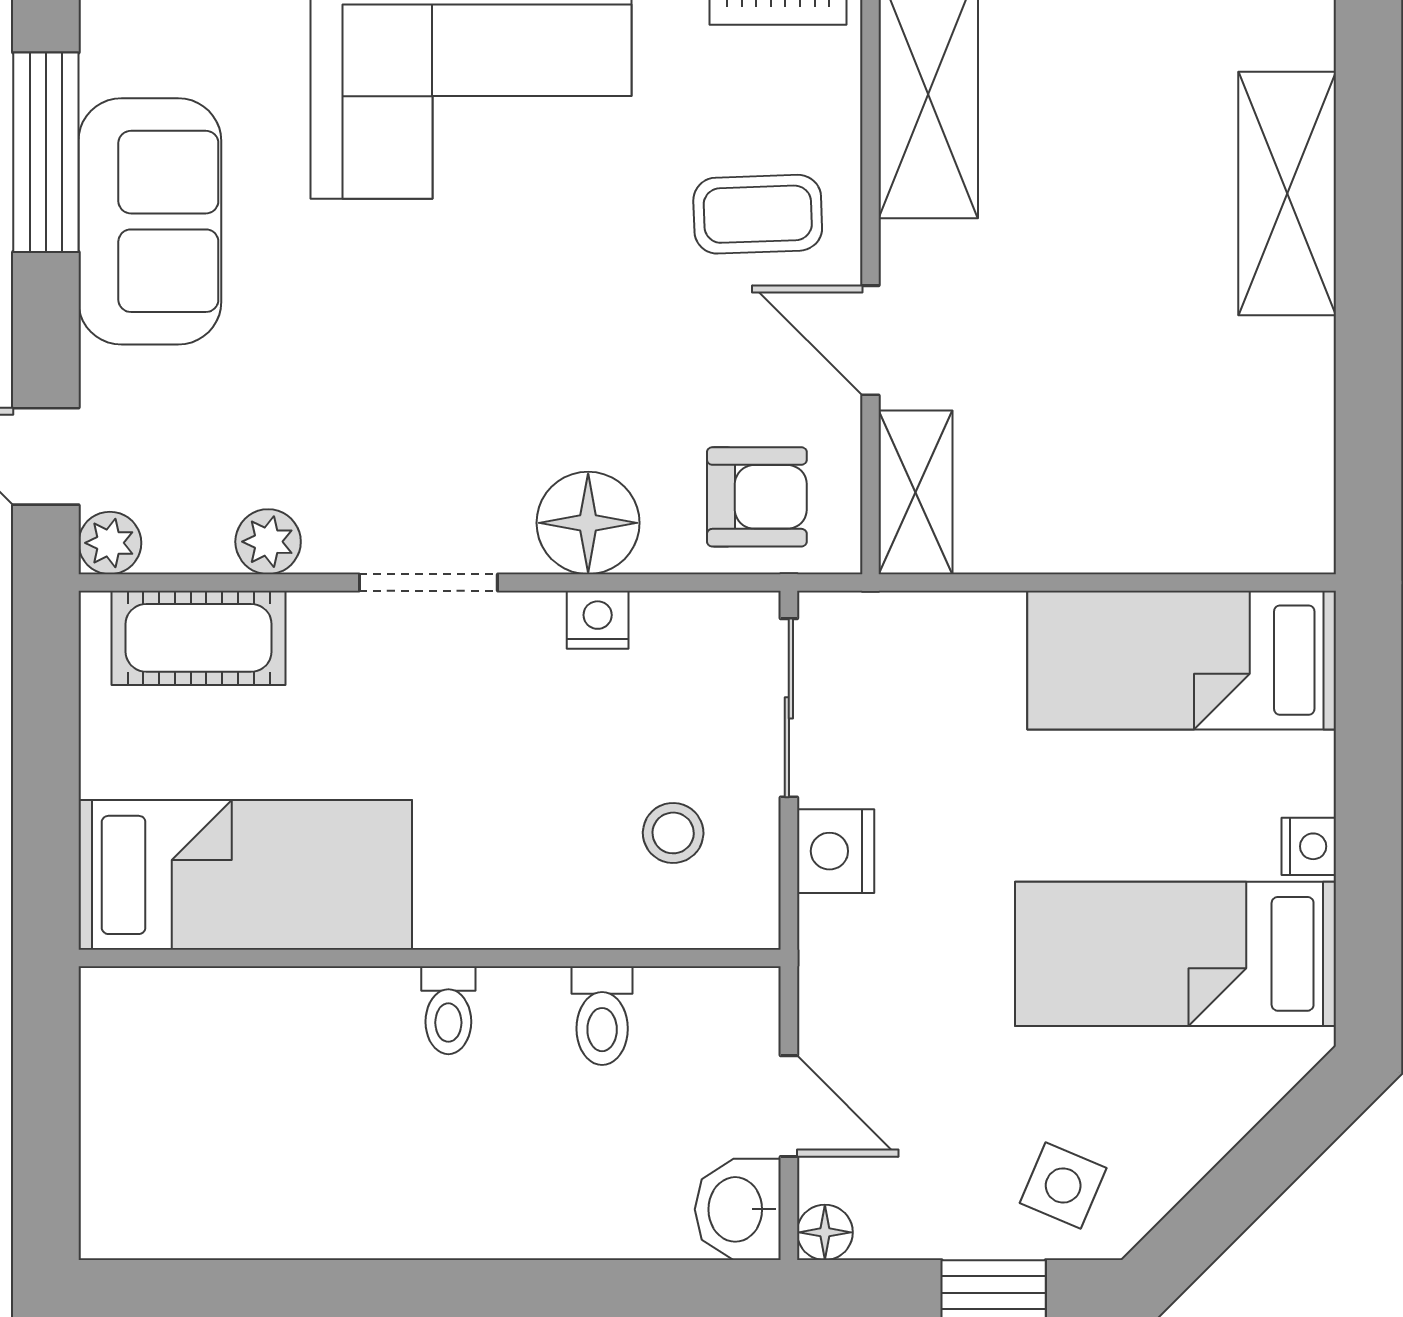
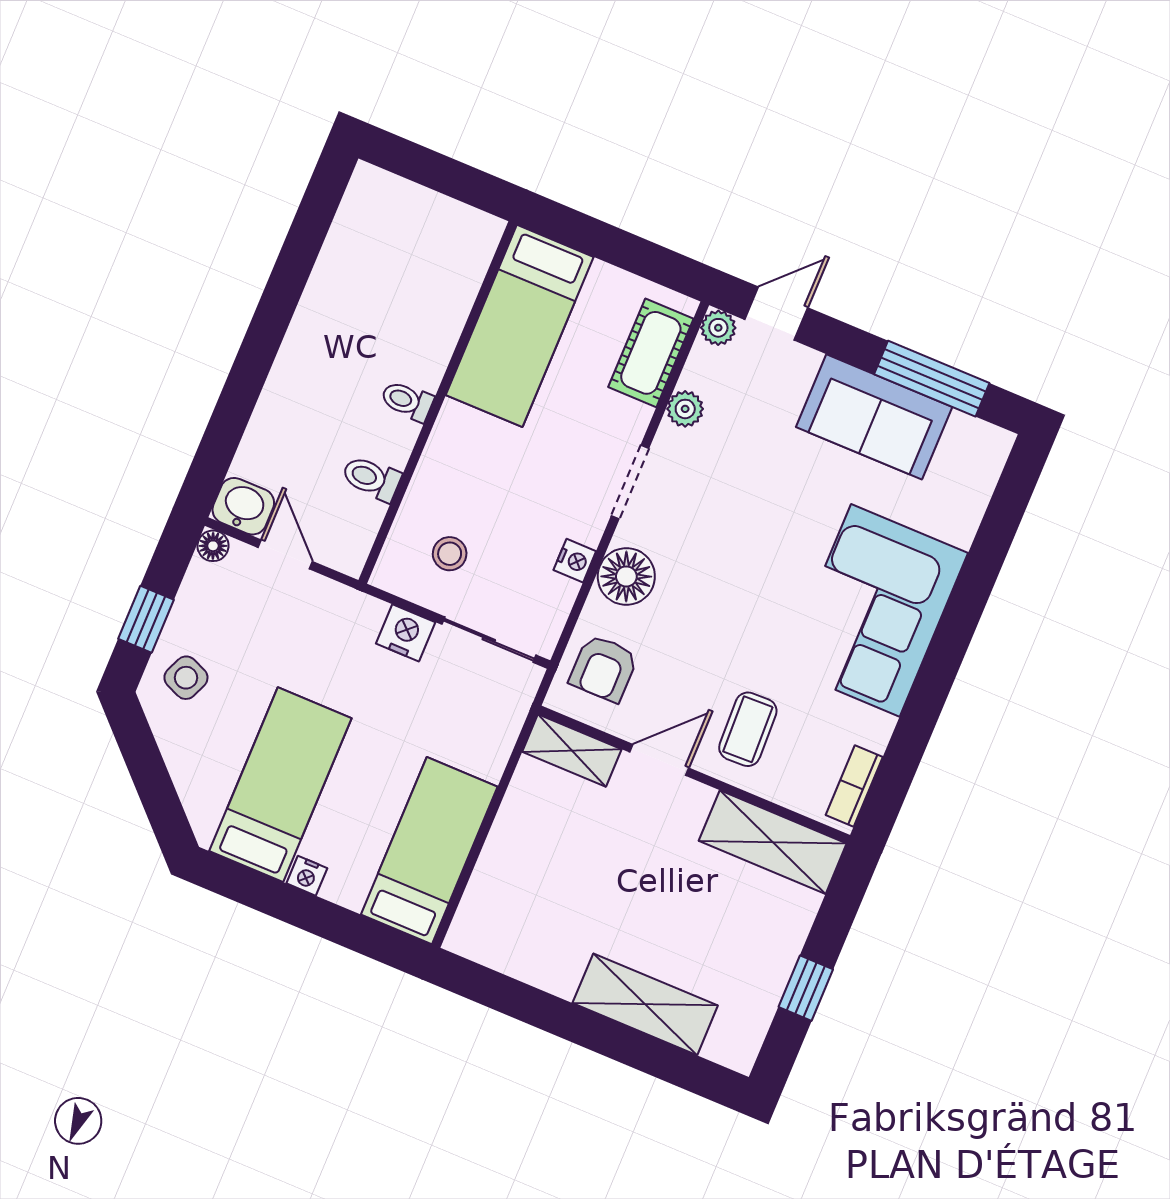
door: (789, 1106) -> (285, 554), swing flipped

